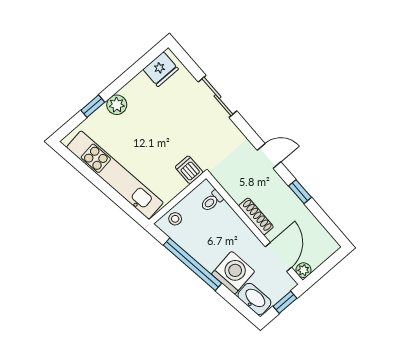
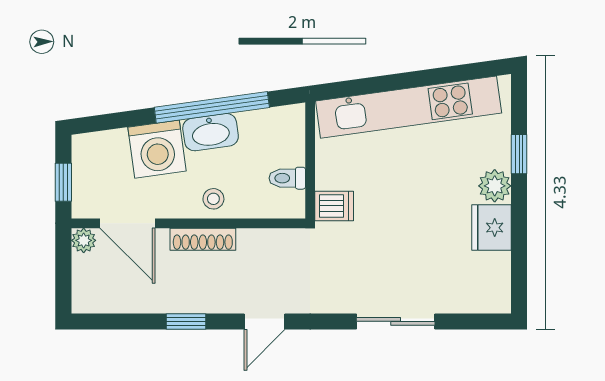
fridge: (161, 69) -> (492, 228), moved
toilet: (212, 201) -> (287, 178), moved, turned -90
stool: (175, 219) -> (213, 199), moved
washbasin: (254, 299) -> (211, 132), moved

